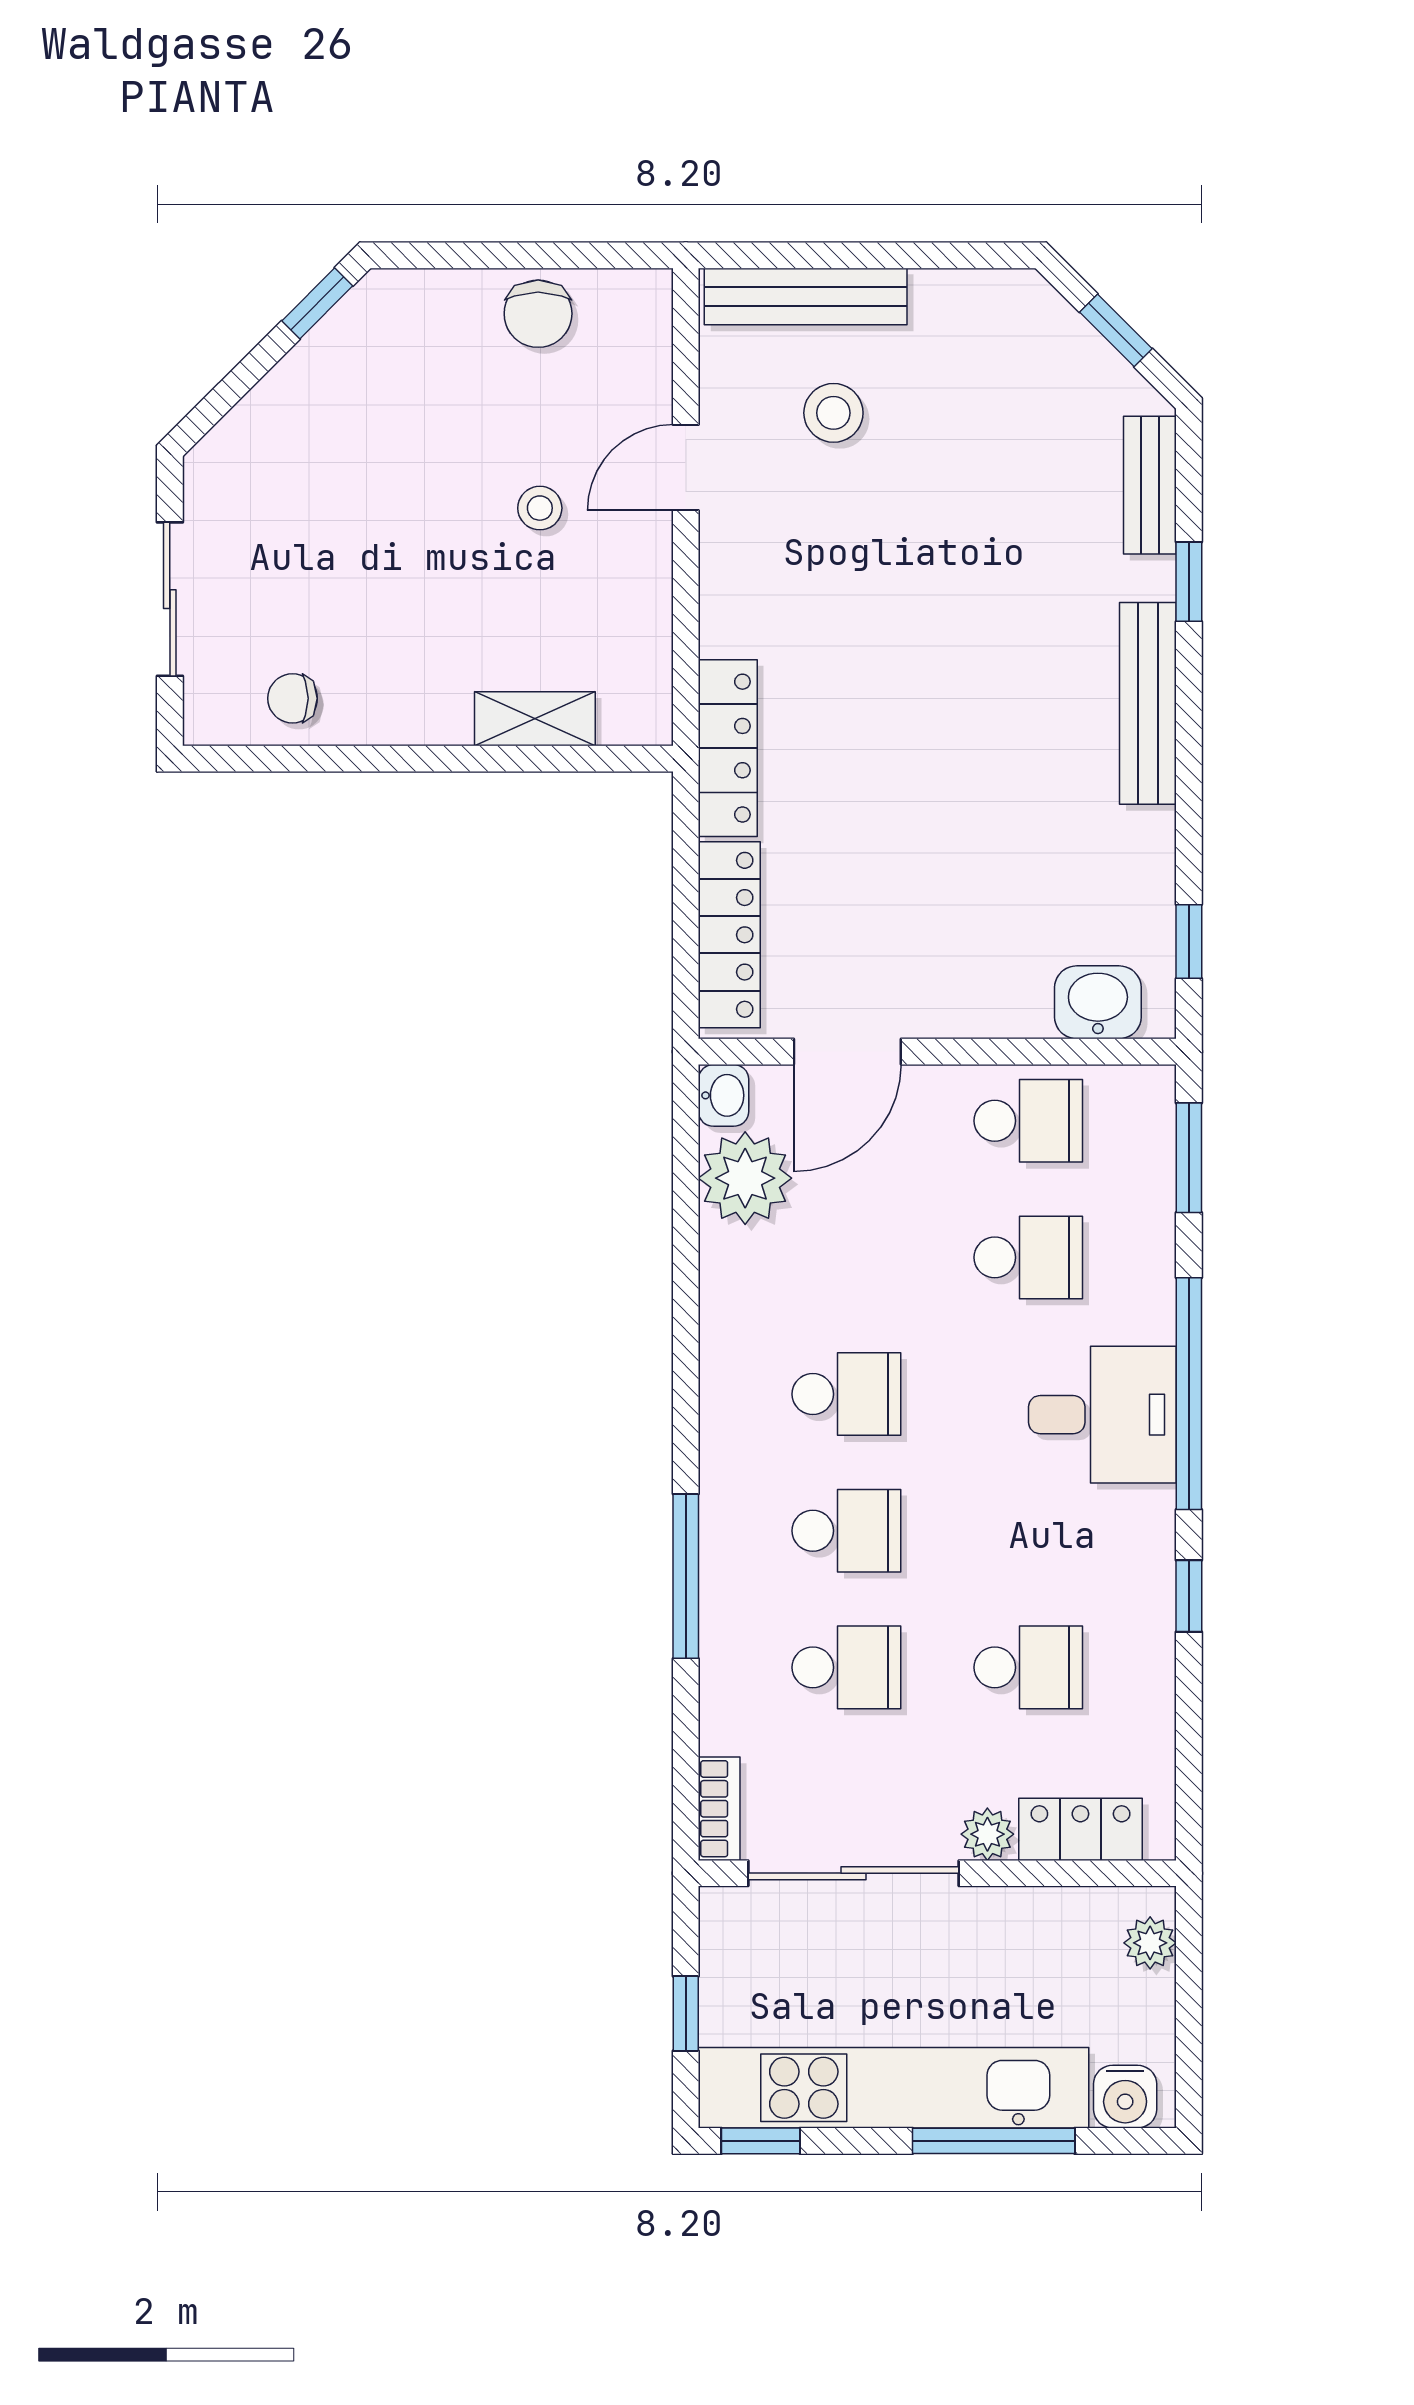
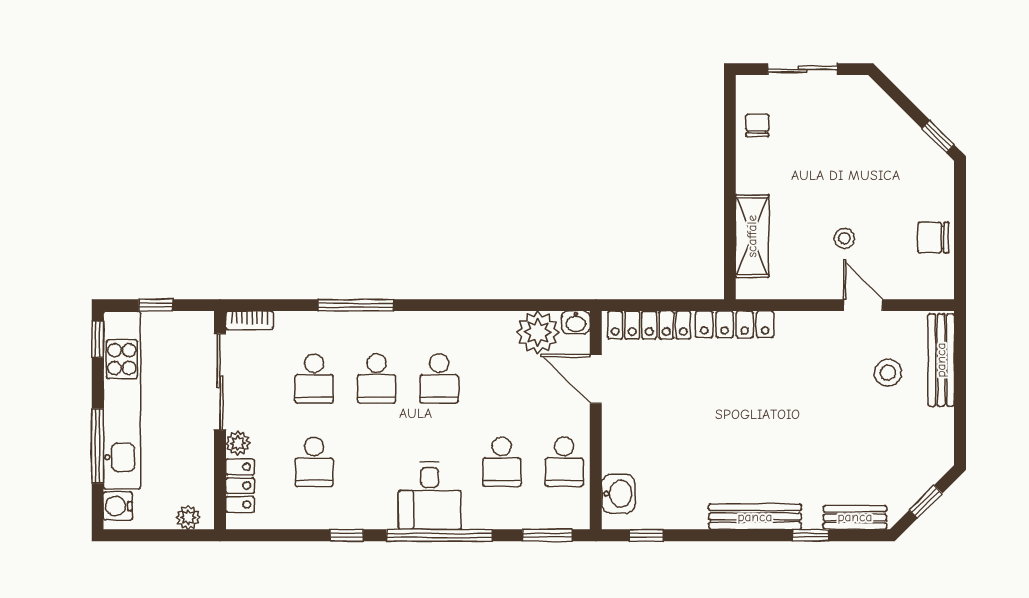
shelving: (535, 719) -> (752, 236), width x1.50, depth x1.33

